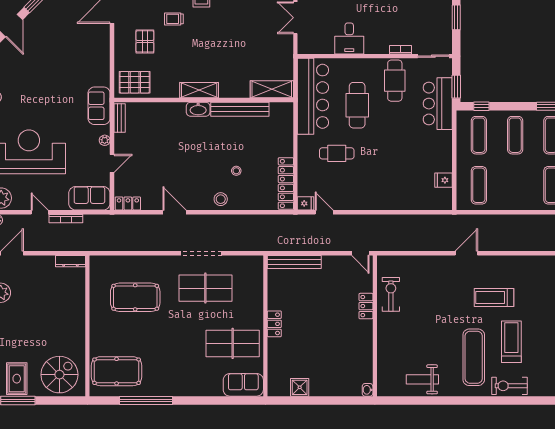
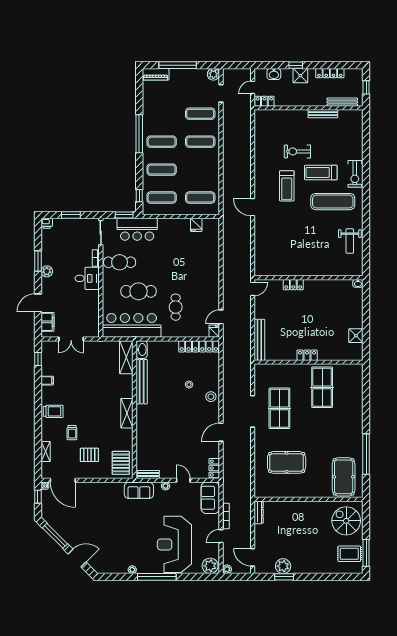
desk: (349, 39) -> (87, 278), moved
washbasin: (198, 109) -> (142, 350), moved
exercise bike: (391, 294) -> (297, 151), moved
pool table: (135, 297) -> (287, 462), turned 90
sofa: (243, 385) -> (354, 379), removed

